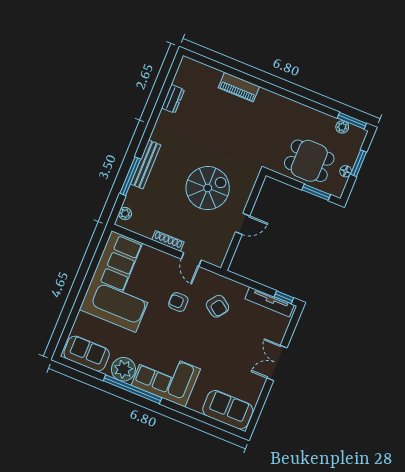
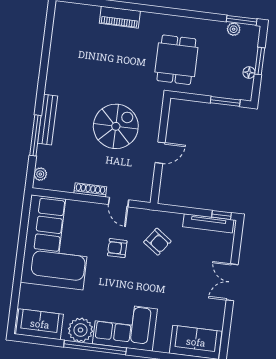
dresser: (173, 99) -> (57, 47), removed
dining table: (309, 161) -> (176, 60), moved, turned 90

